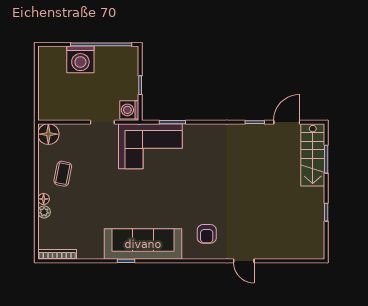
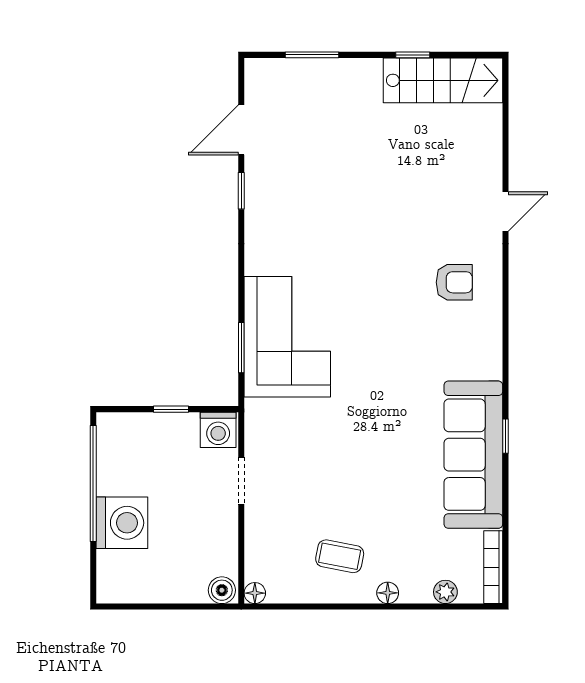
boiler: (45, 112) -> (222, 590), added
door: (287, 122) -> (241, 130), hinge flipped
floor lamp: (48, 134) -> (255, 593), width x0.53, depth x0.53
corner sofa: (150, 146) -> (287, 337), moved
stairs: (313, 155) -> (443, 80), moved
plant: (44, 212) -> (445, 592), moved
sofa: (143, 244) -> (473, 455), moved

